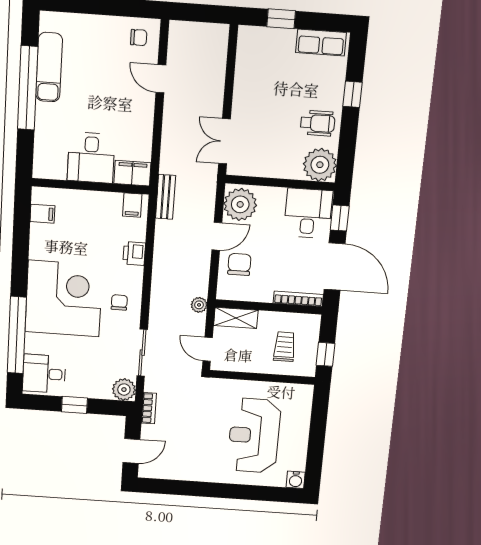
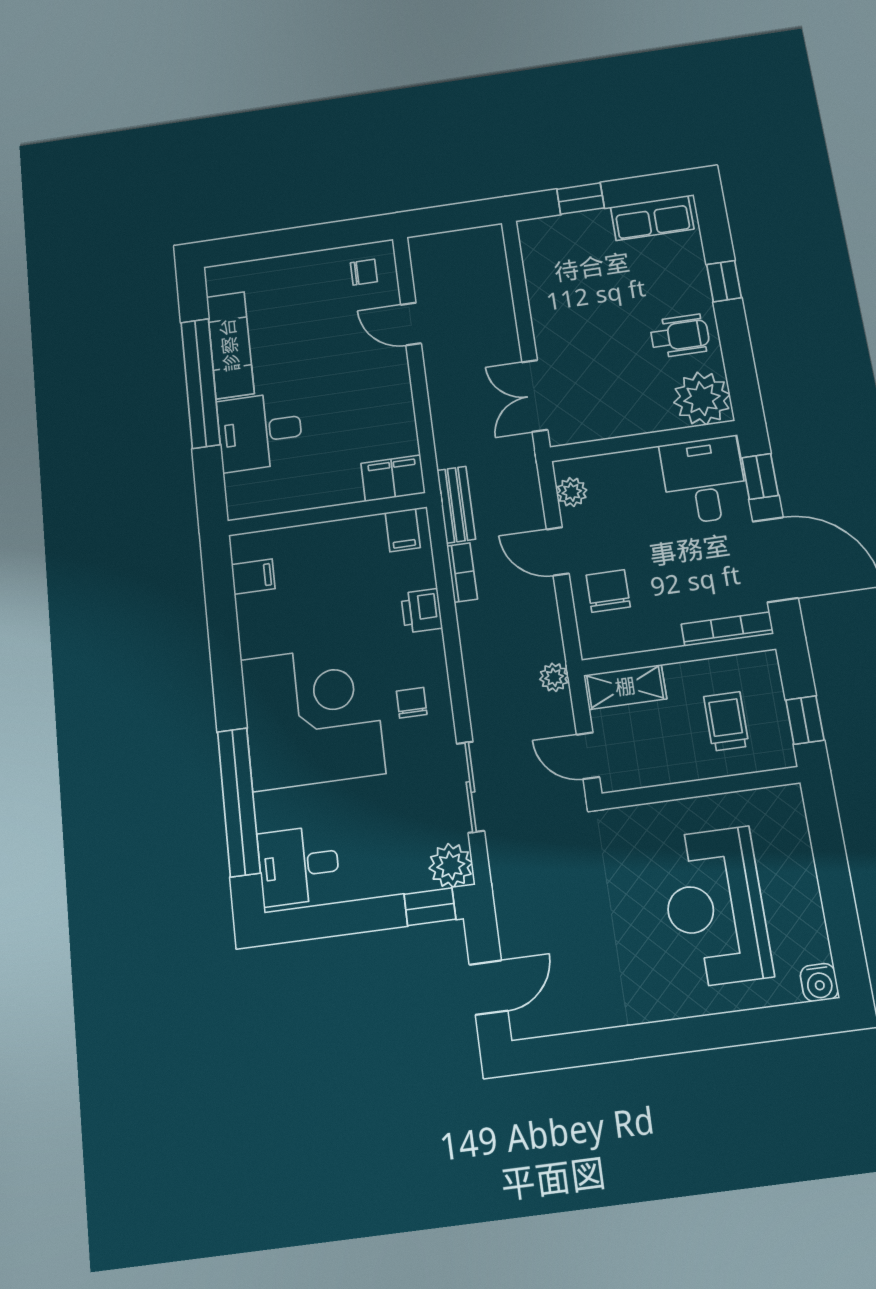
desk: (91, 158) -> (260, 431), moved, turned 90
plant: (240, 204) -> (572, 492), width x0.53, depth x0.53
door: (217, 236) -> (558, 551), swing flipped
window: (74, 405) -> (430, 907), moved
bookcase: (149, 408) -> (462, 573), moved

